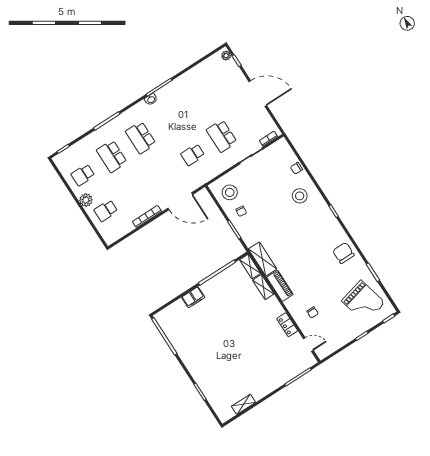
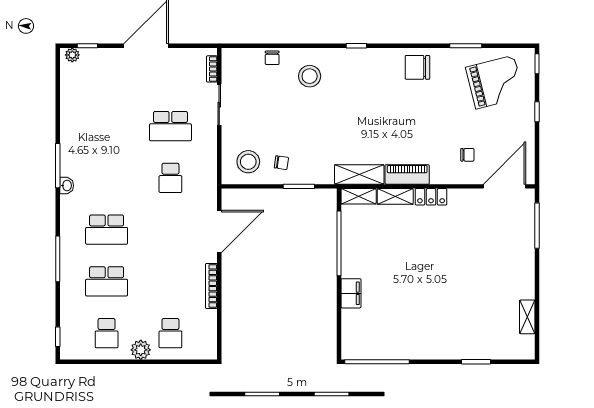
locker: (287, 325) -> (431, 197), moved
door: (308, 345) -> (504, 186), width x1.88

